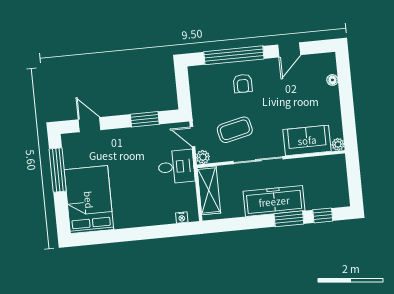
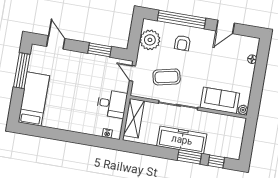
plant: (203, 157) -> (150, 40), moved, width x1.88, depth x1.88
desk: (176, 167) -> (112, 104), moved
bed: (89, 200) -> (34, 99), width x0.67

